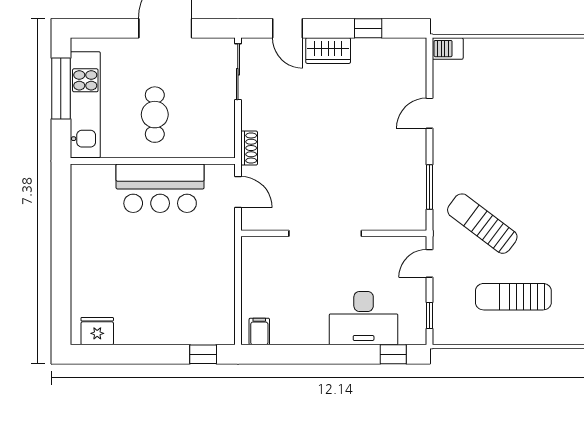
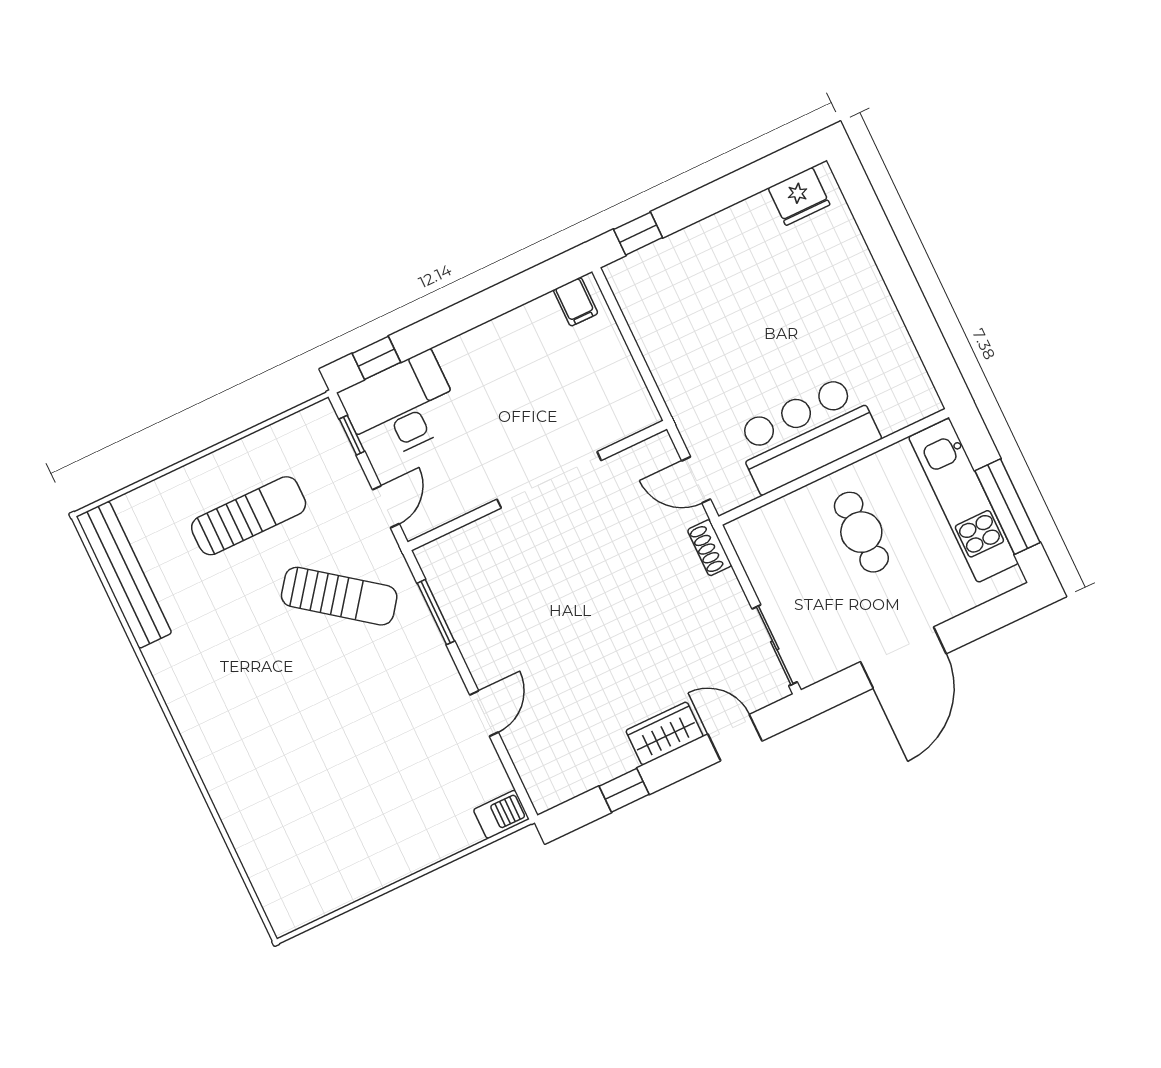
desk: (364, 318) -> (401, 407), moved

